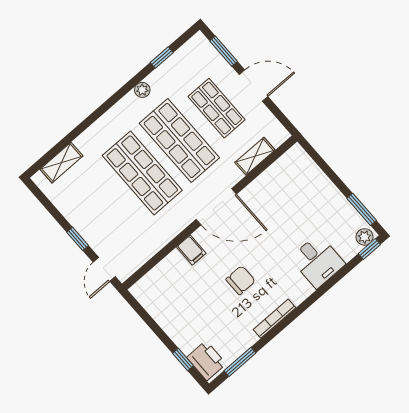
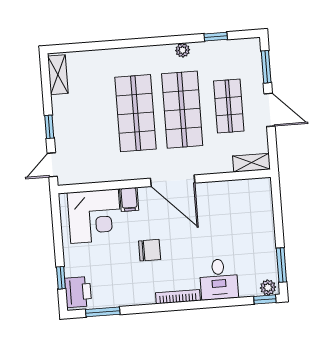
shelving: (255, 156) -> (252, 163), moved
shelving: (61, 163) -> (58, 75), moved, turned 90
corner desk: (172, 286) -> (95, 216), added
bookcase: (275, 319) -> (178, 297), moved

